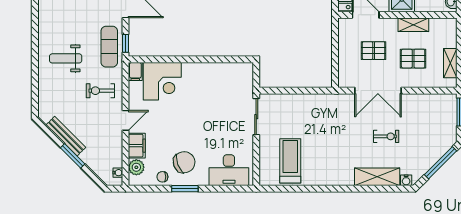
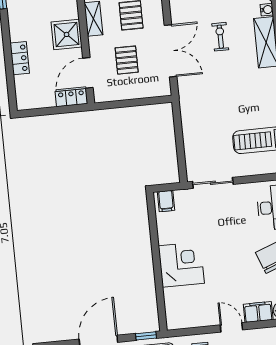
filing cabinet: (135, 72) -> (166, 201), moved, turned 90
corner desk: (162, 81) -> (181, 264), moved

